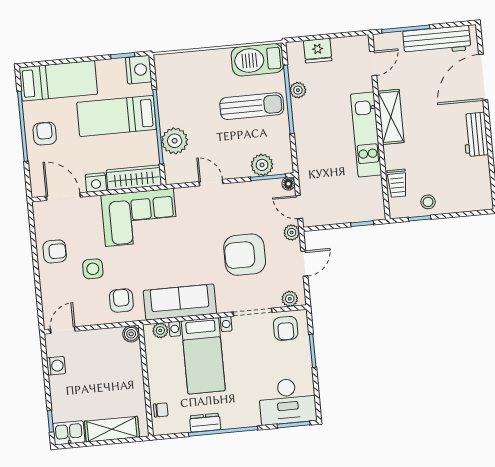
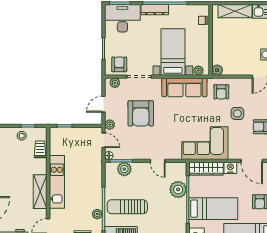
armchair: (245, 255) -> (141, 113), turned 90
dresser: (205, 423) -> (155, 10), moved, width x1.44

